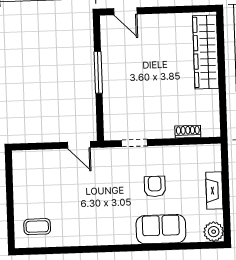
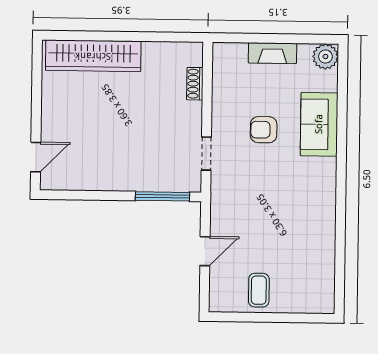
window: (98, 72) -> (162, 196), moved
door: (79, 145) -> (205, 251), moved
coffee table: (37, 227) -> (259, 290), moved

